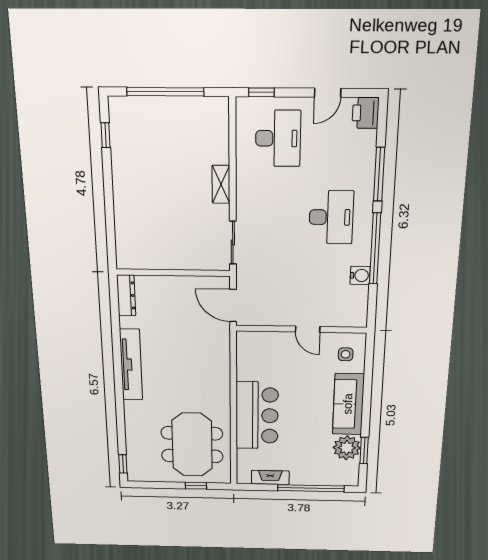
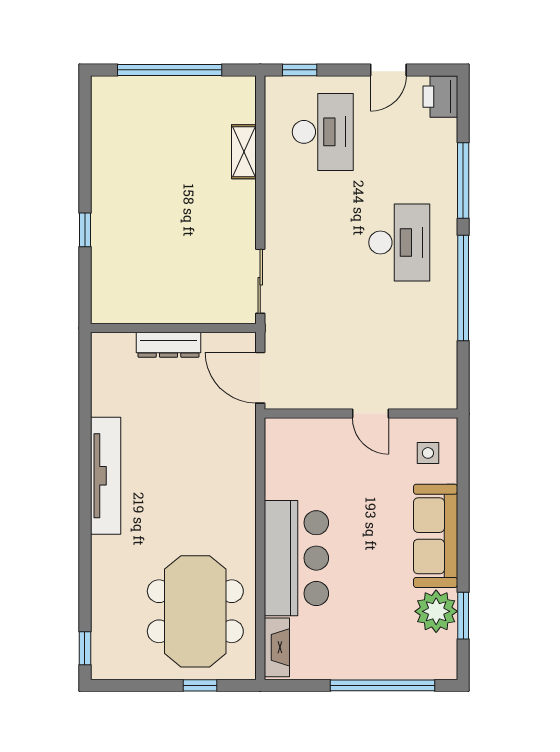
window: (105, 135) -> (85, 230), moved
shelving: (221, 184) -> (244, 152), moved
water cooler: (360, 275) -> (444, 329), removed
dresser: (126, 295) -> (169, 345), moved, turned 90
fireplace: (270, 477) -> (277, 647), moved, turned 90

